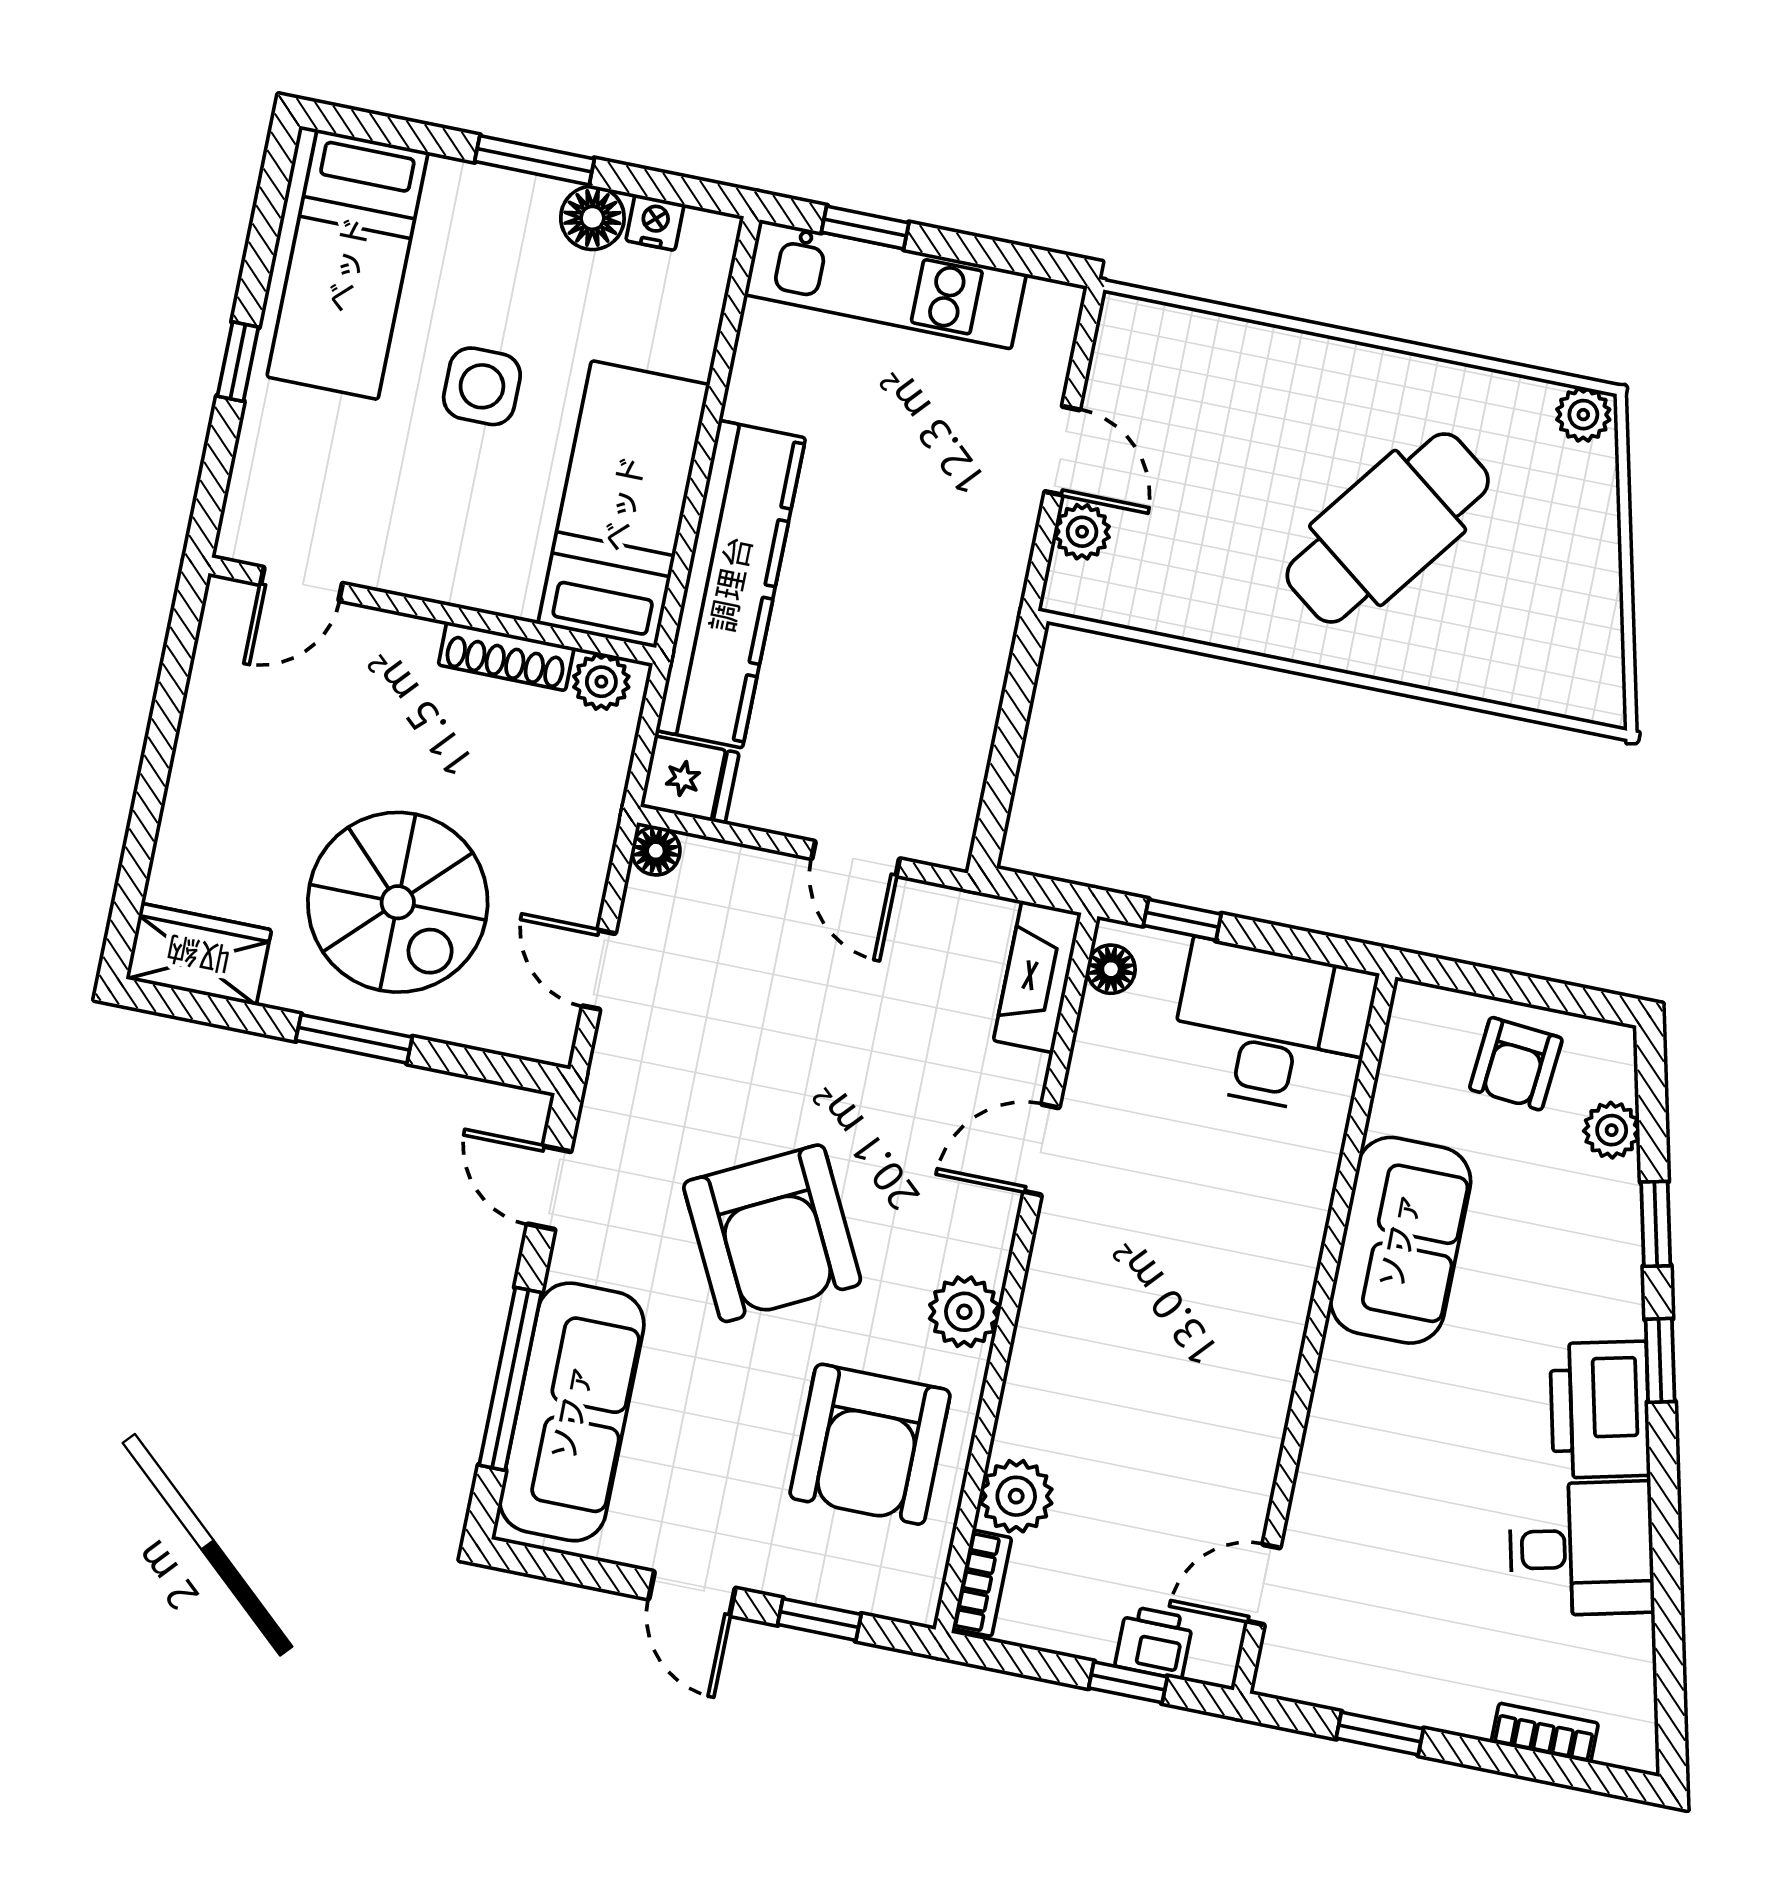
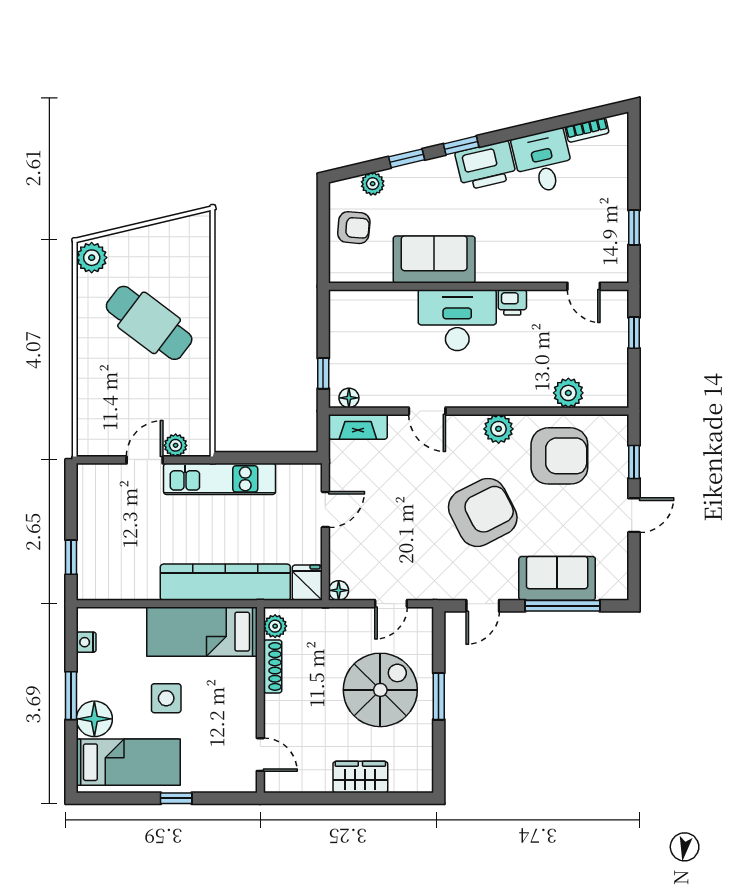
floor lamp: (592, 218) -> (94, 719), moved, width x1.38, depth x1.38
kitchen unit: (885, 284) -> (220, 479), moved, turned 90
plant: (1583, 415) -> (92, 258), width x1.38, depth x1.38
wardrobe: (199, 954) -> (360, 777), moved, turned 90
desk: (1272, 1028) -> (457, 320), moved, turned 90
sofa: (572, 1412) -> (557, 578), width x0.73
bookcase: (982, 1583) -> (606, 400), removed
printer: (1154, 1642) -> (512, 302), moved, turned -90
bookcase: (1545, 1733) -> (587, 130), moved, turned -103

